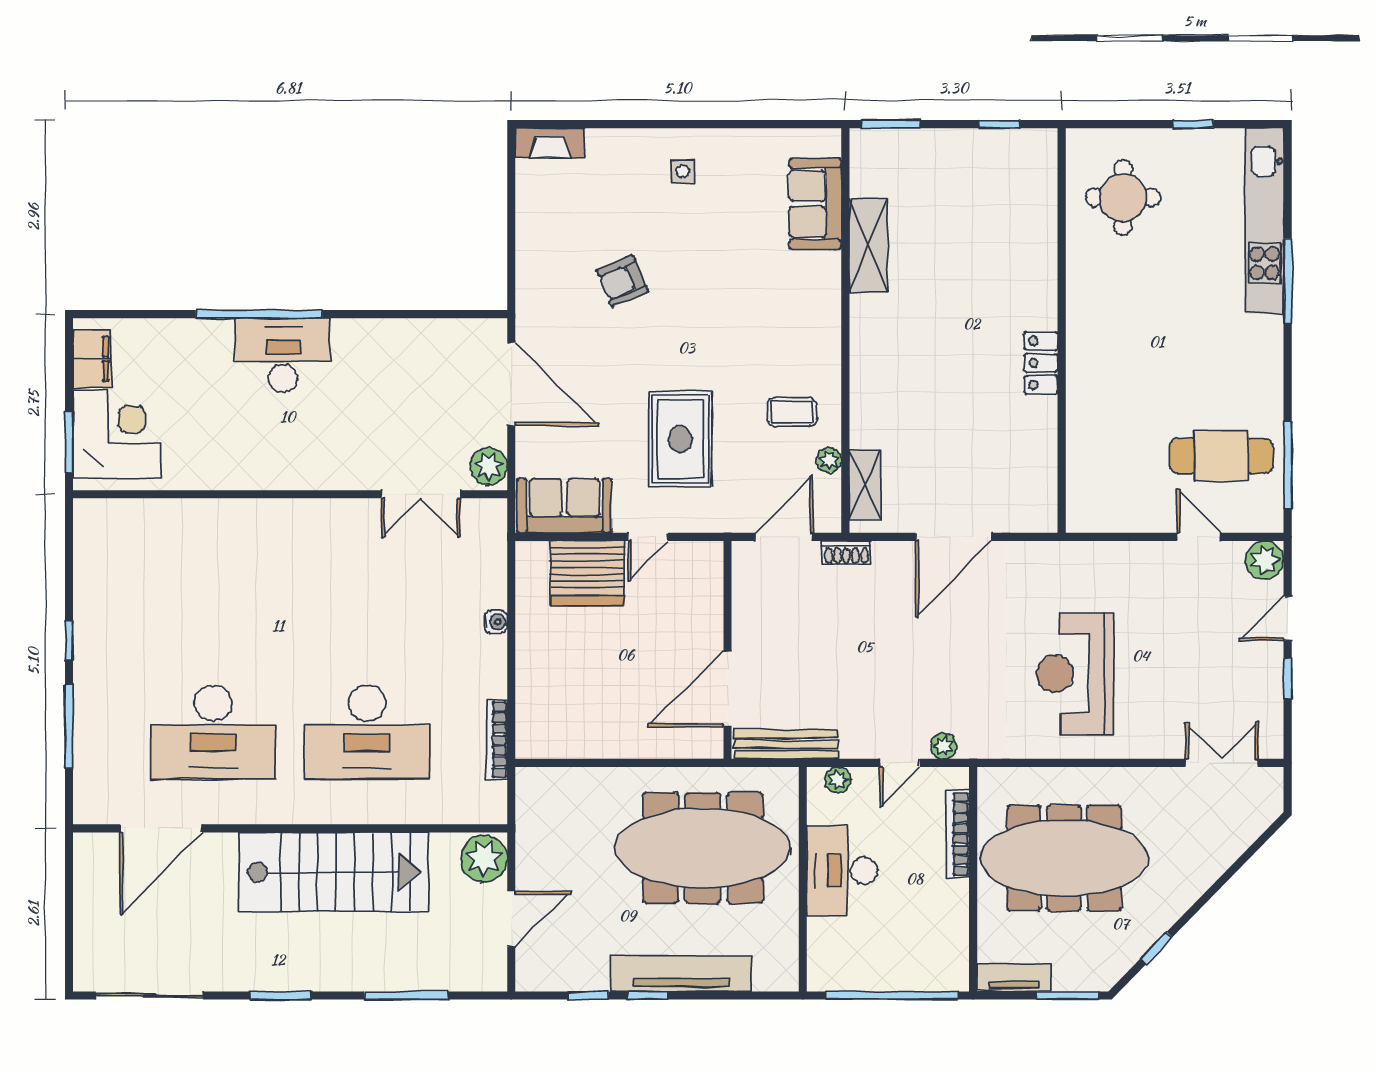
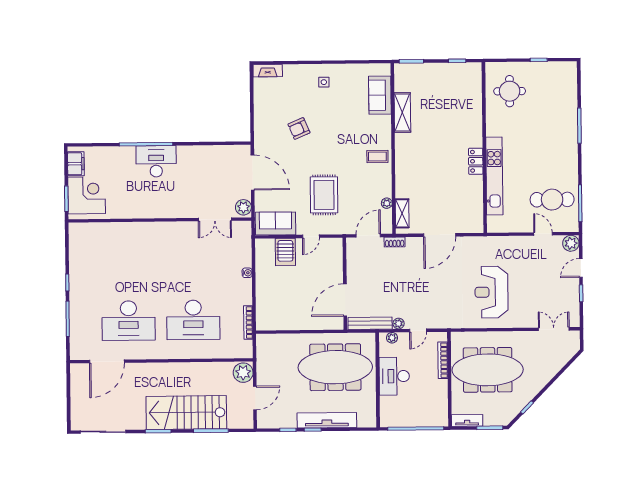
kitchen unit: (1265, 221) -> (494, 176), moved, turned 180
coffee table: (792, 412) -> (377, 156), moved
server rack: (587, 573) -> (285, 252), width x0.62
plant: (944, 746) -> (399, 324), moved
stairs: (334, 872) -> (186, 413), moved, turned 180

